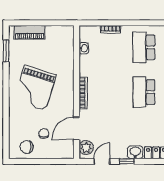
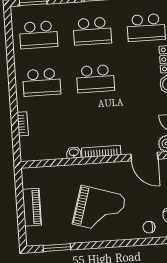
piano: (29, 32) -> (32, 207), moved
washbasin: (84, 48) -> (74, 153), moved
chair: (44, 134) -> (149, 227), moved

